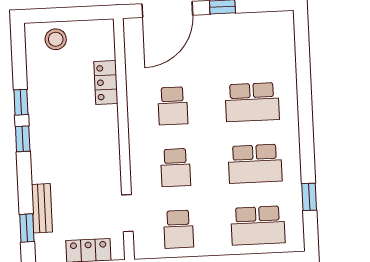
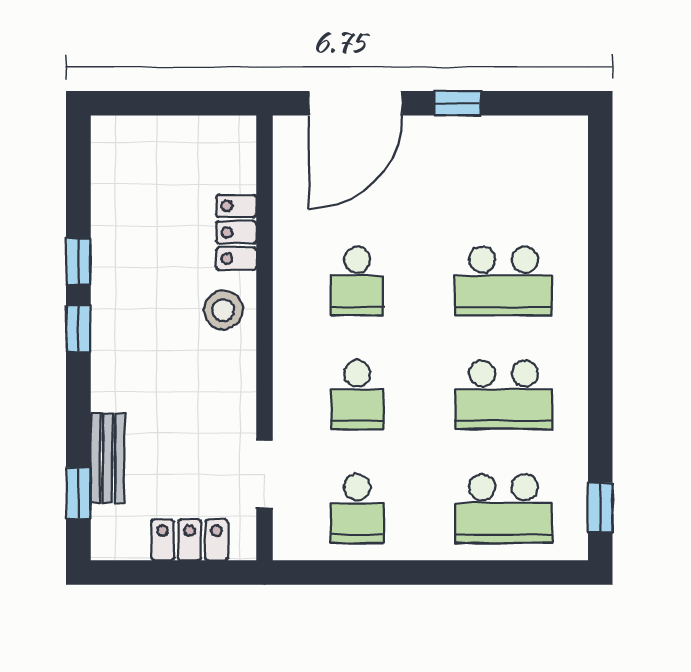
stool: (56, 39) -> (223, 310), moved
window: (309, 197) -> (600, 508), moved

